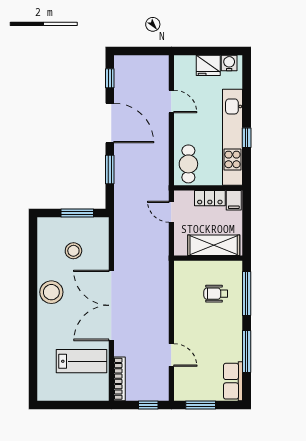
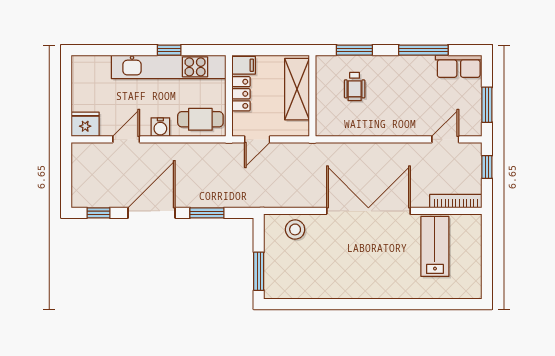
water cooler: (229, 63) -> (160, 127), moved, turned -90
fridge: (208, 65) -> (85, 124), moved, turned -90
window: (77, 213) -> (259, 271), moved
stool: (73, 251) -> (295, 229), moved
stool: (51, 292) -> (353, 282), removed
window: (247, 293) -> (354, 50), width x0.69
double door: (111, 305) -> (368, 211), swing flipped
door: (171, 355) -> (445, 139), moved

